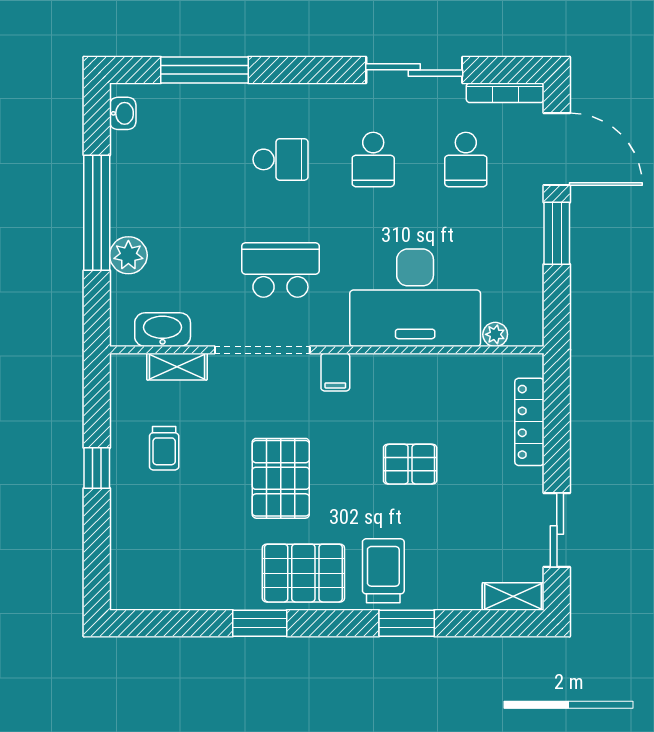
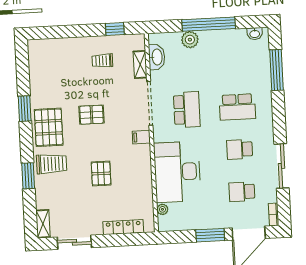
bookcase: (505, 93) -> (274, 215), width x0.64
school desk: (280, 159) -> (237, 107), width x1.85
window: (97, 468) -> (115, 29), moved
pallet: (281, 478) -> (91, 115), width x0.67, depth x0.71

